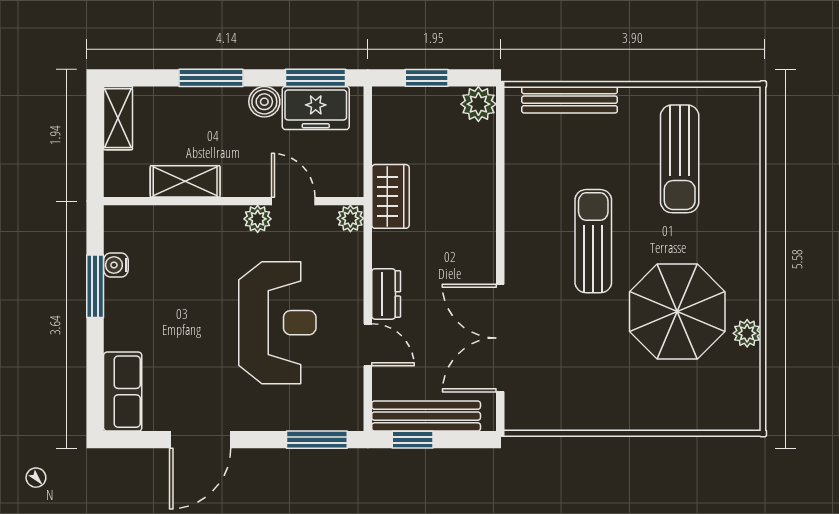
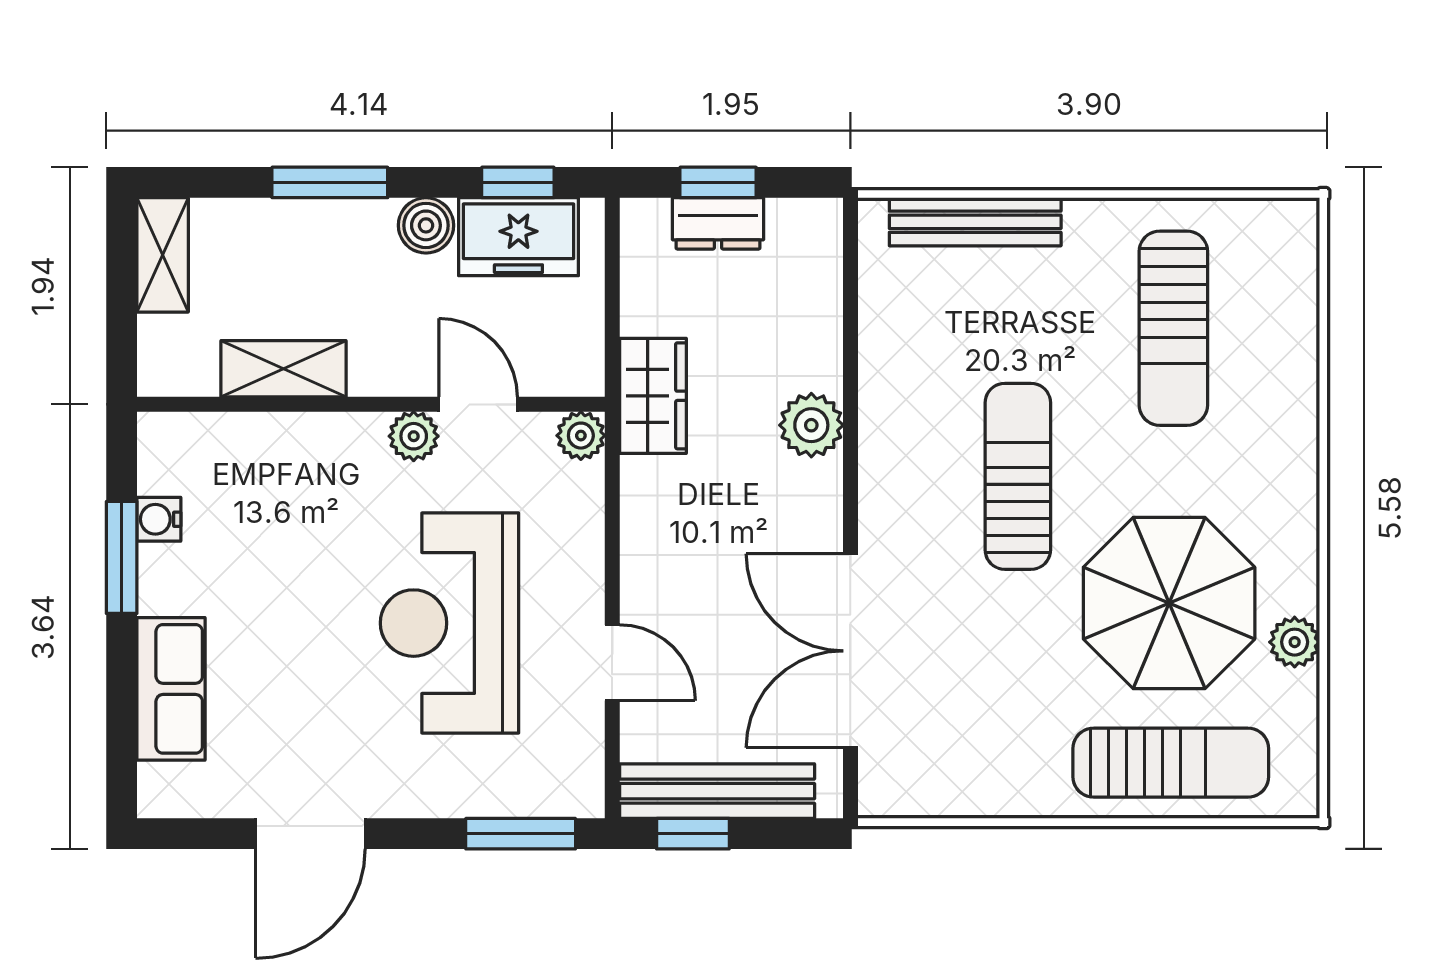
window: (315, 78) -> (518, 182), width x0.67
plant: (478, 104) -> (811, 425), moved
dresser: (386, 294) -> (718, 223), moved, turned 90
reception desk: (277, 323) -> (450, 623), turned 180
row of seats: (123, 392) -> (171, 689), moved
sun lounger: (678, 400) -> (1171, 763), added

